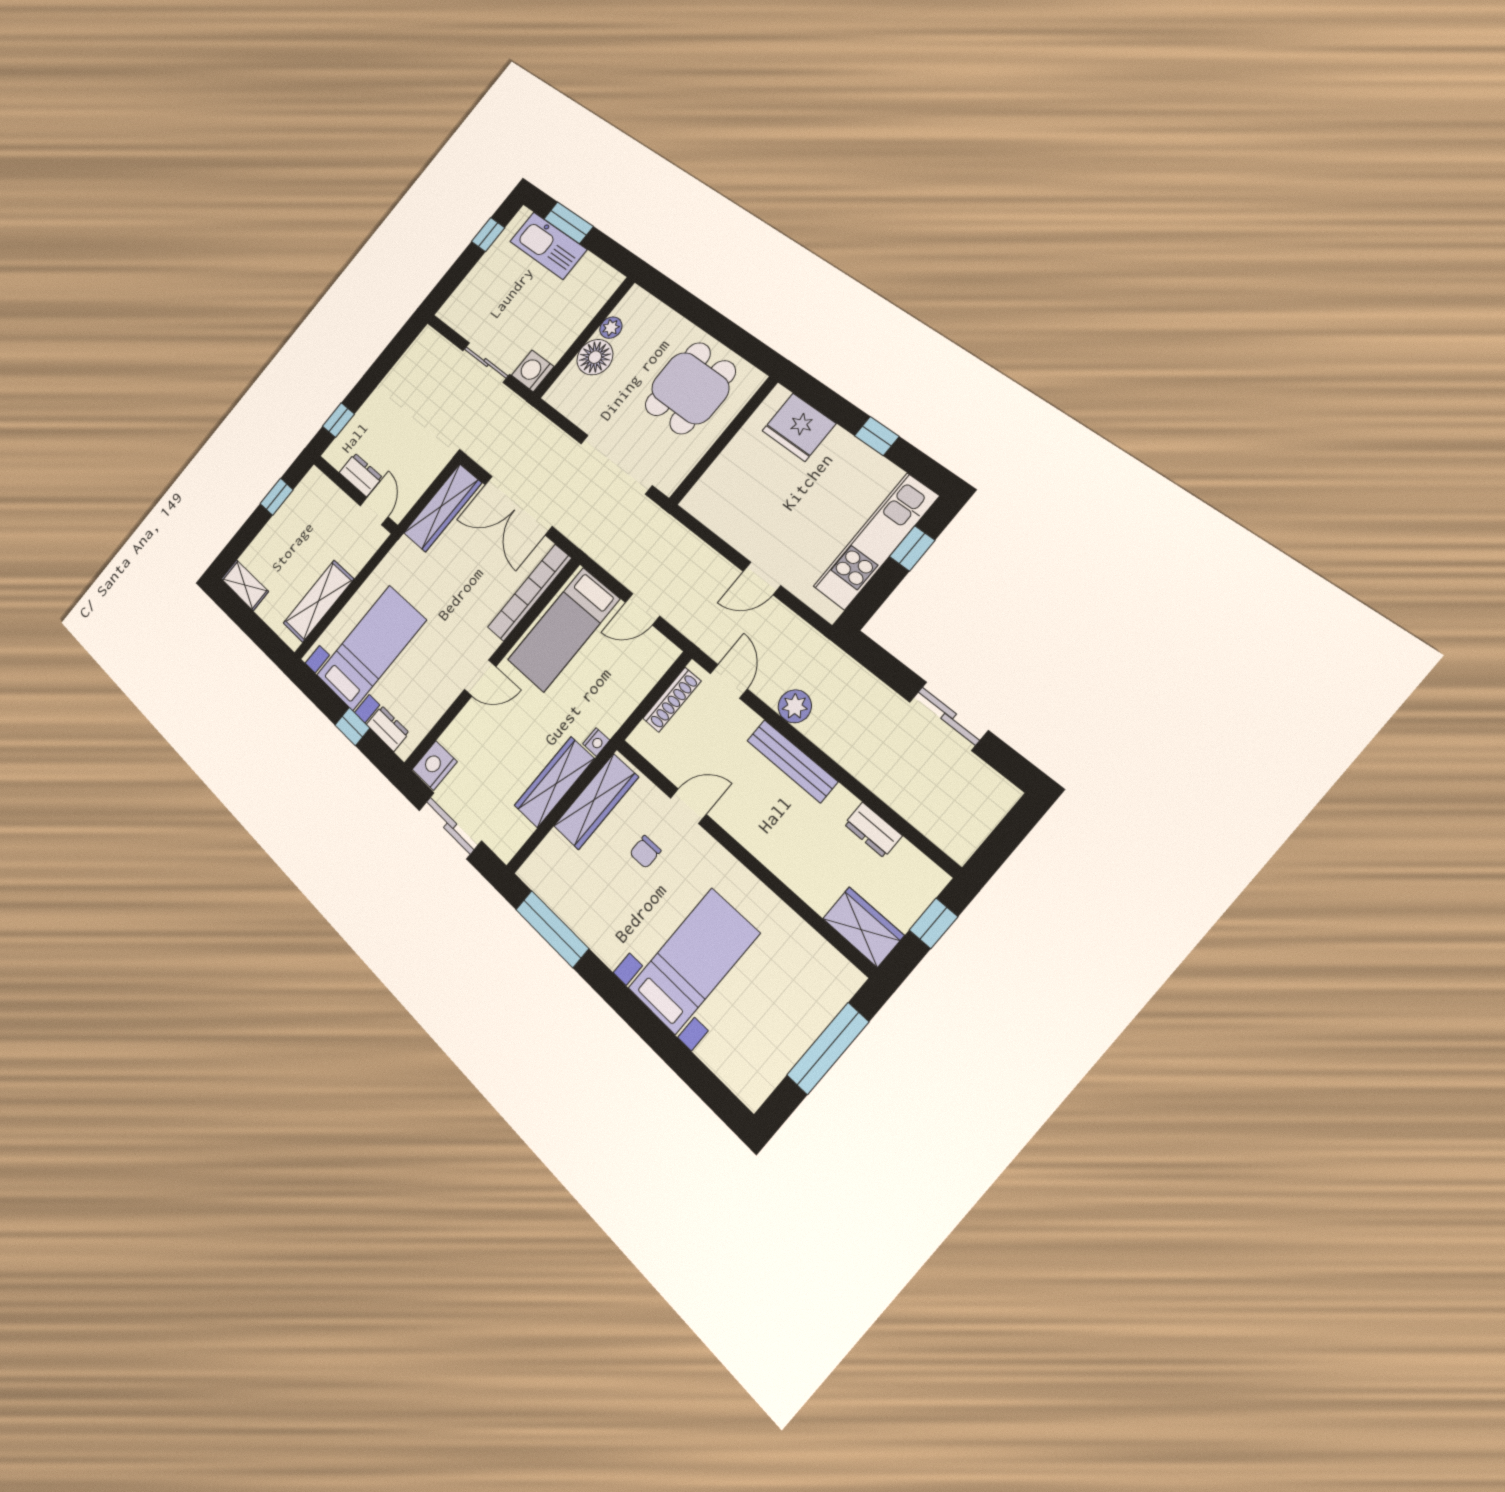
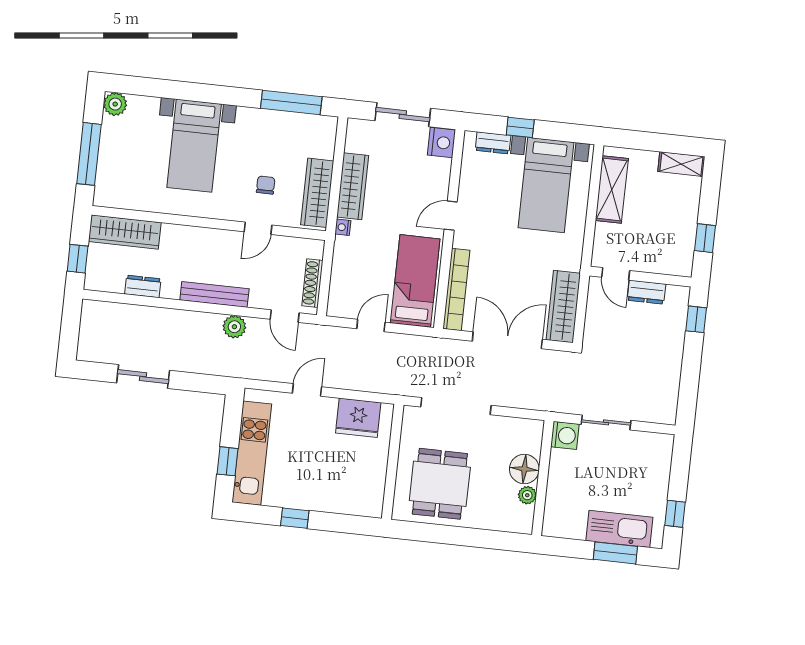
fridge: (799, 427) -> (358, 418), moved, turned 180
wardrobe: (863, 927) -> (125, 232), width x1.50
plant: (752, 1087) -> (115, 104), added

